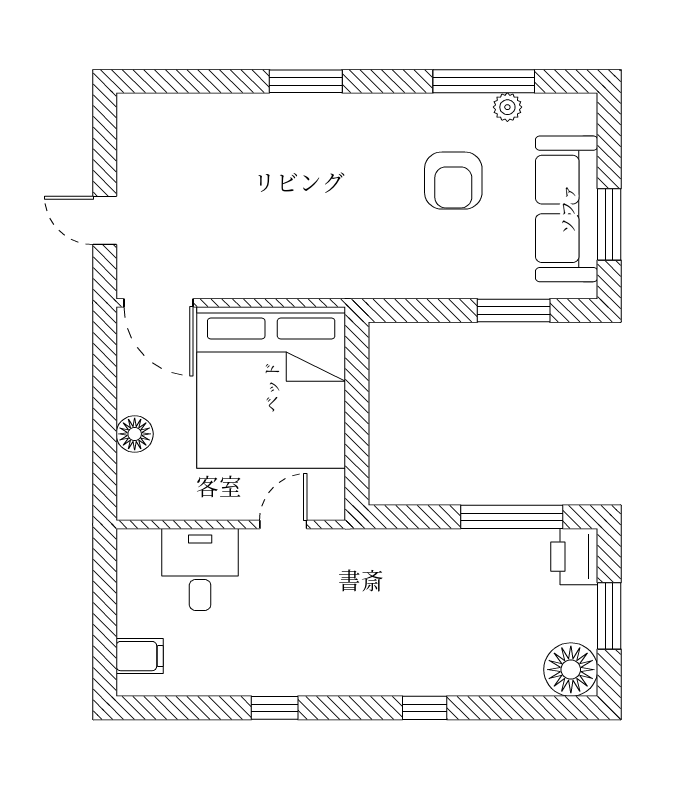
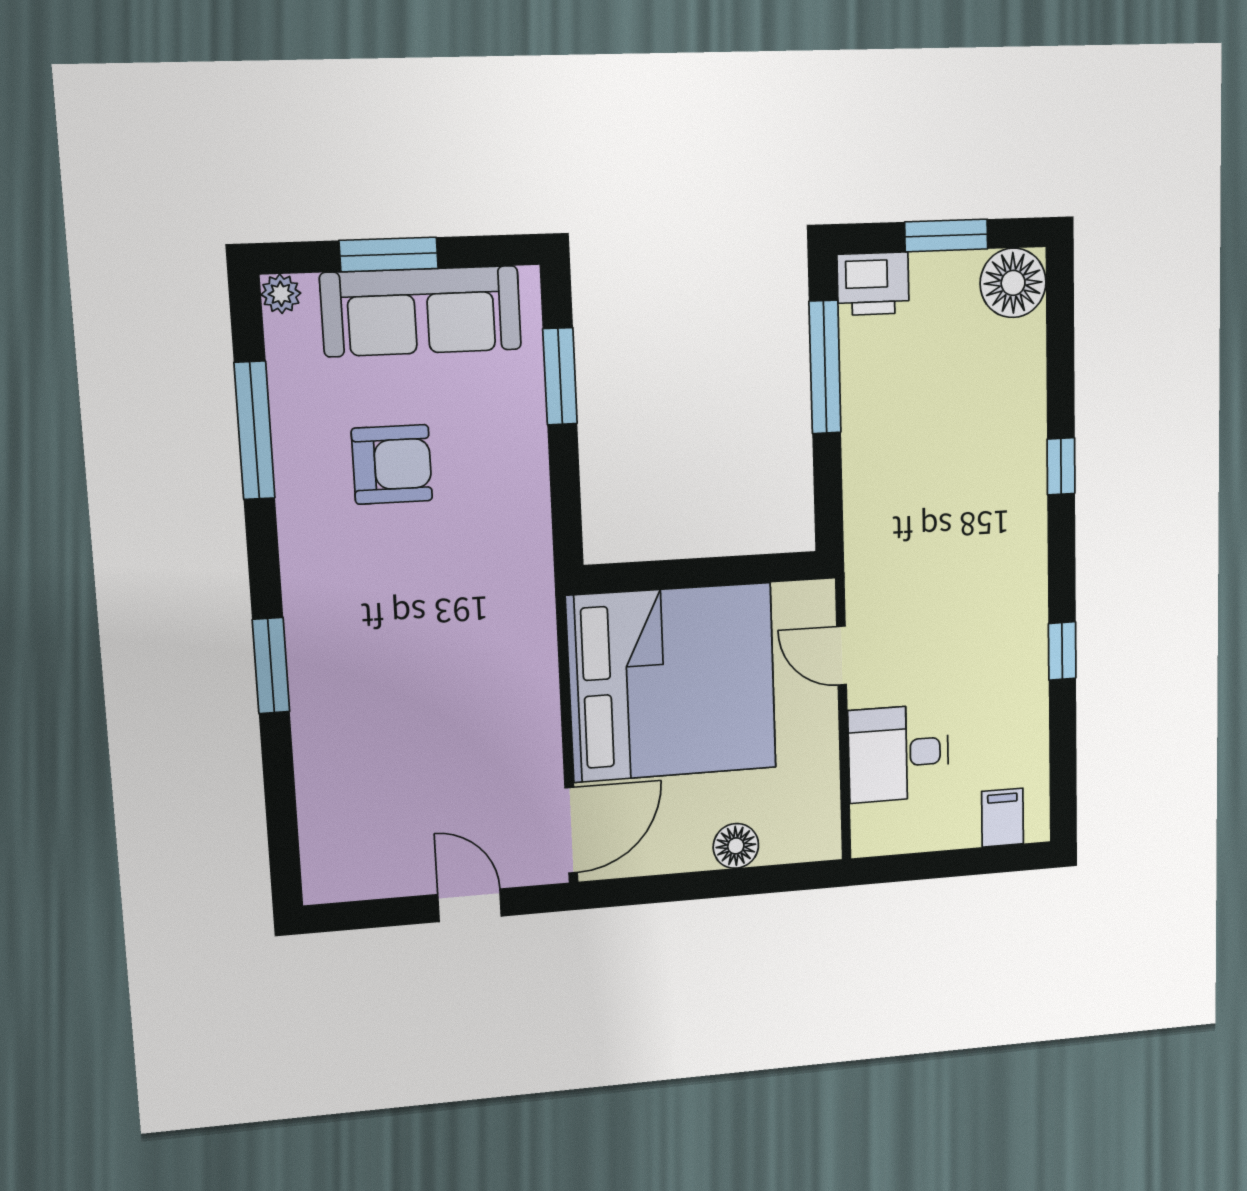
plant: (507, 107) -> (281, 294), moved
door: (105, 220) -> (470, 905), swing flipped
window: (609, 224) -> (389, 254), moved

